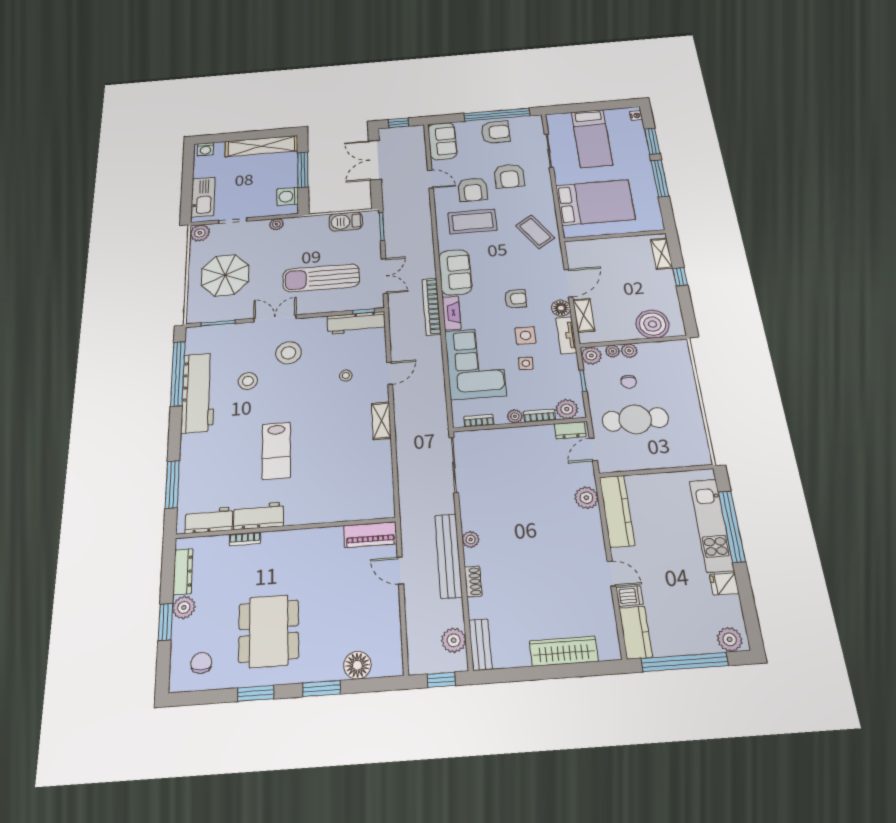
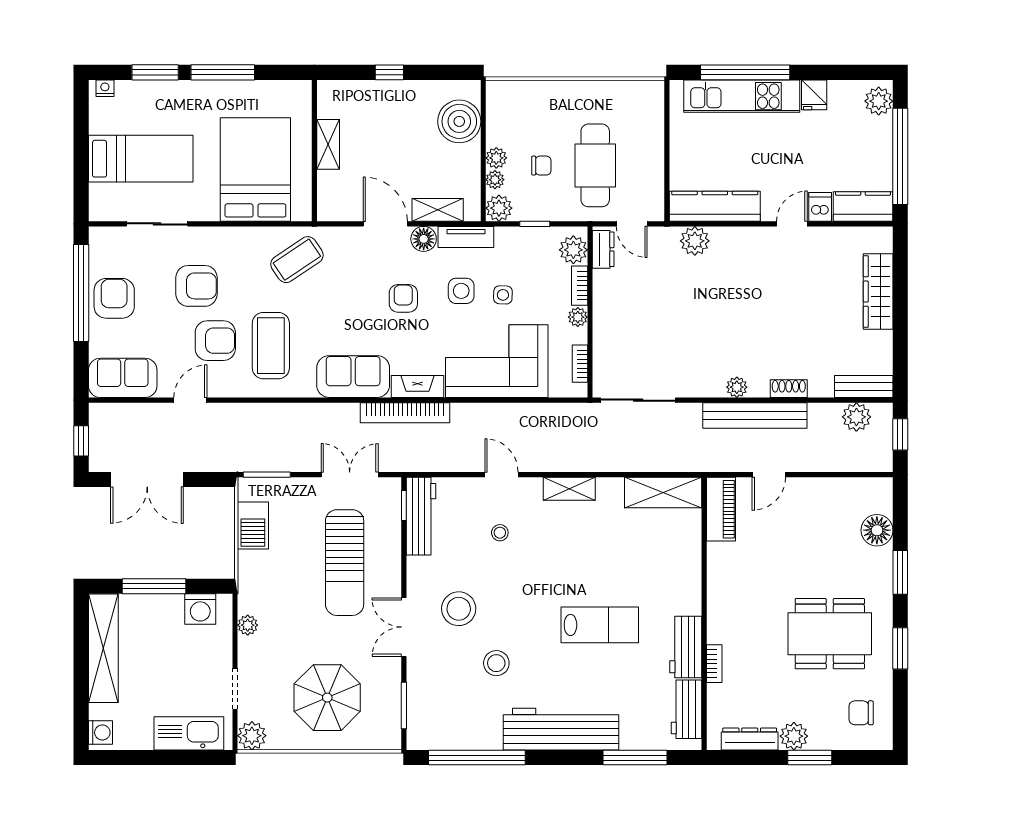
shelving: (662, 254) -> (328, 144), moved, turned 90
workbench: (198, 393) -> (561, 729), moved
shelving: (382, 489) -> (663, 492), added

